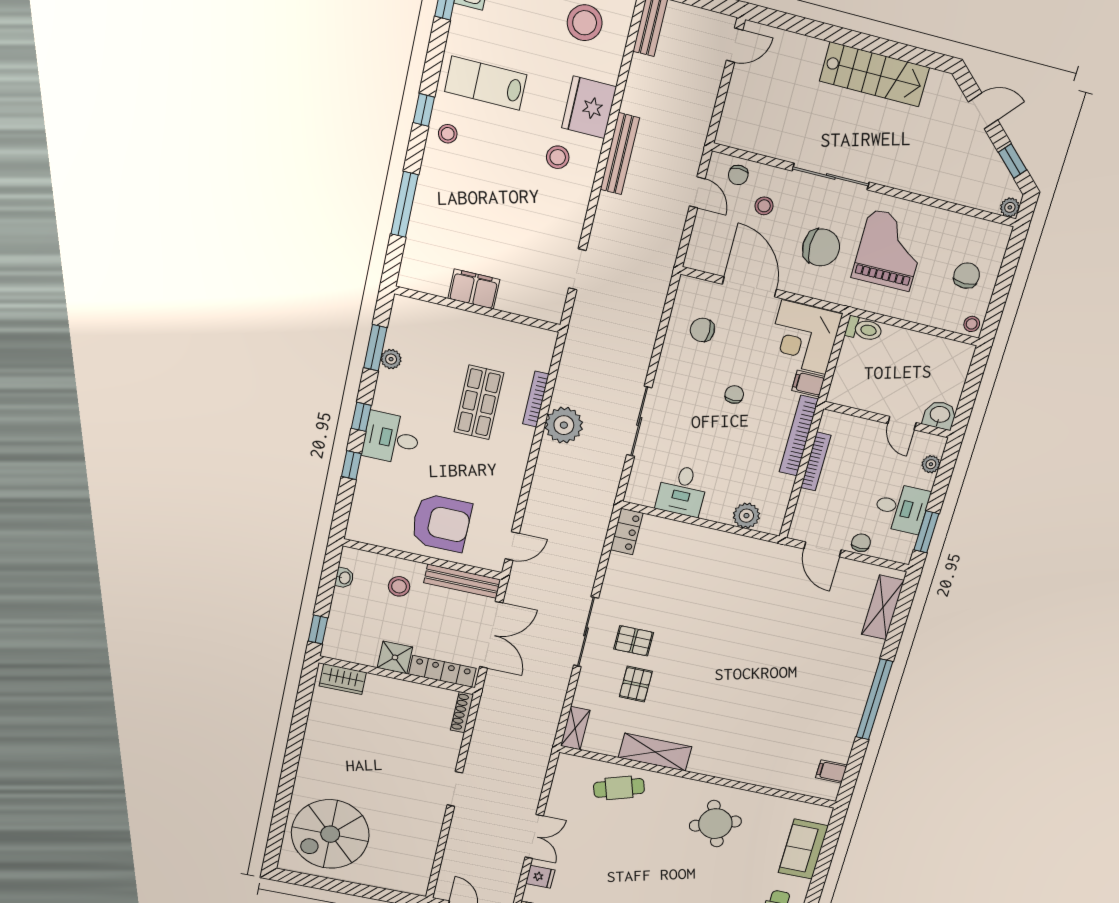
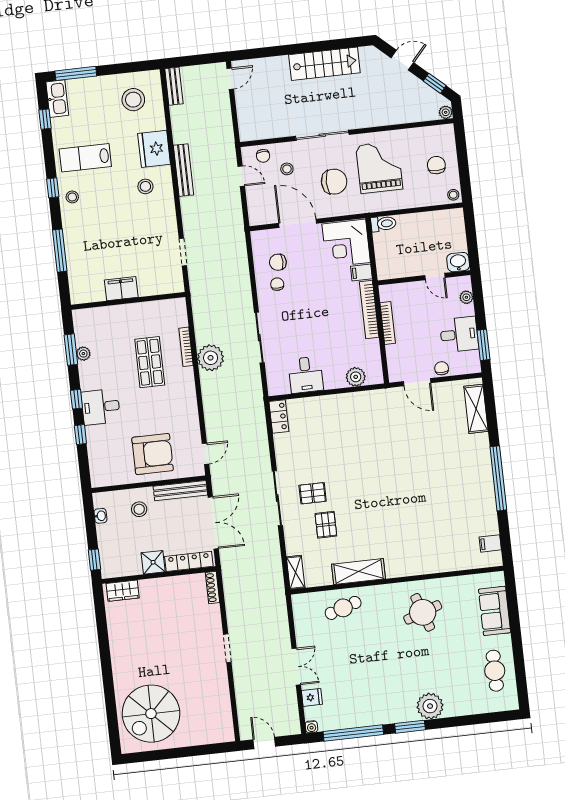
chair: (734, 395) -> (277, 284), moved

